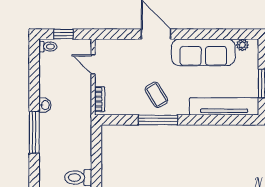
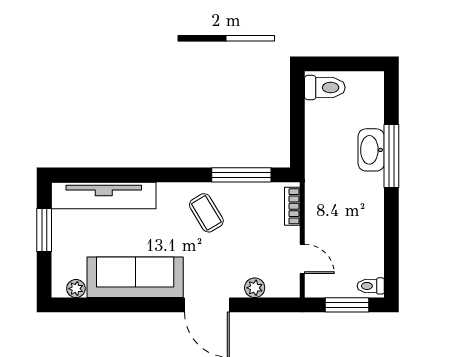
window: (63, 34) -> (347, 305), width x1.50
plant: (124, 45) -> (255, 288), added
washbasin: (45, 105) -> (371, 150), moved, width x1.91, depth x1.45
window: (158, 120) -> (241, 175), moved

